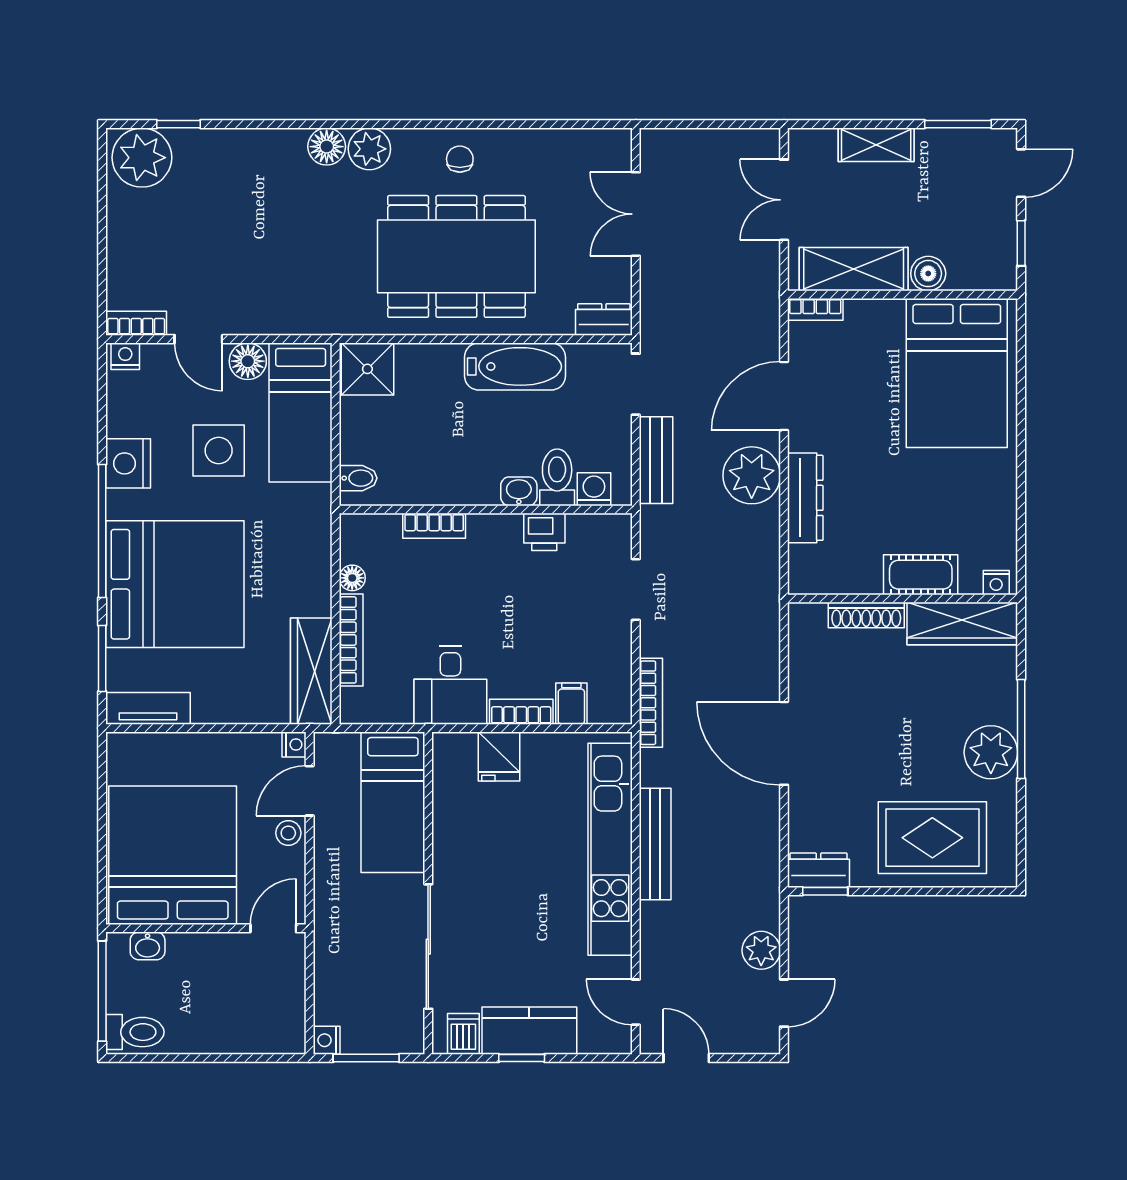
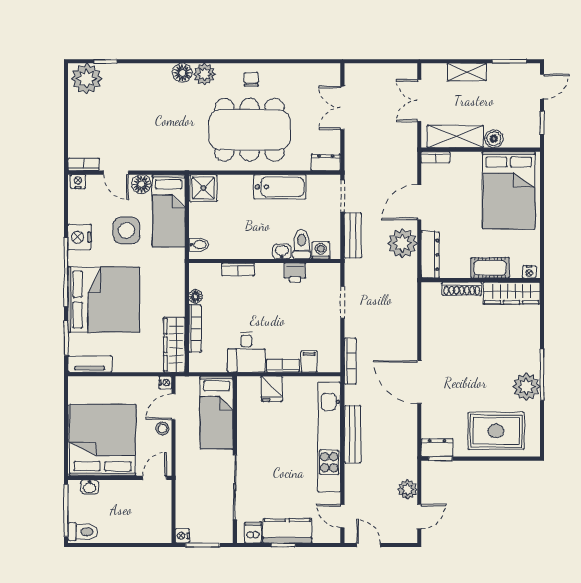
cot: (921, 575) -> (490, 268), moved
nightstand: (996, 583) -> (529, 272), moved
wall: (903, 598) -> (481, 280), moved
shoe rack: (866, 615) -> (462, 289), moved
wardrobe: (962, 623) -> (512, 293), moved

